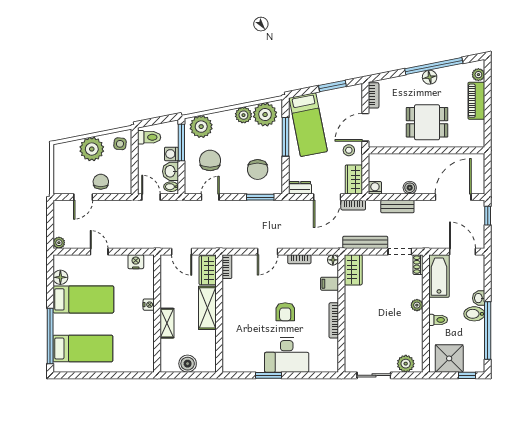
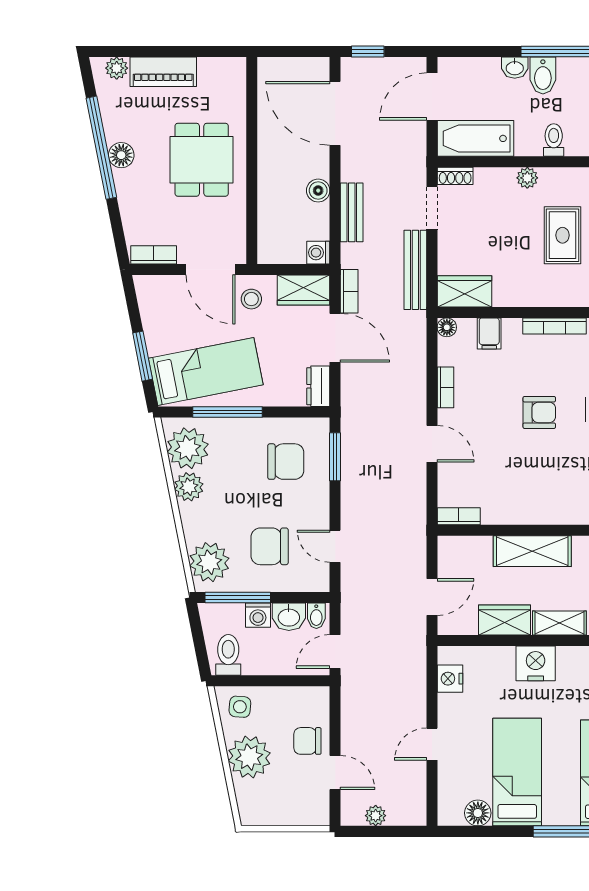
window: (332, 86) -> (143, 356), moved
plant: (59, 243) -> (376, 816), moved
wardrobe: (208, 270) -> (505, 620), moved, turned 180
nightstand: (149, 305) -> (536, 663), width x1.89, depth x1.79
rug: (385, 325) -> (563, 235), added

